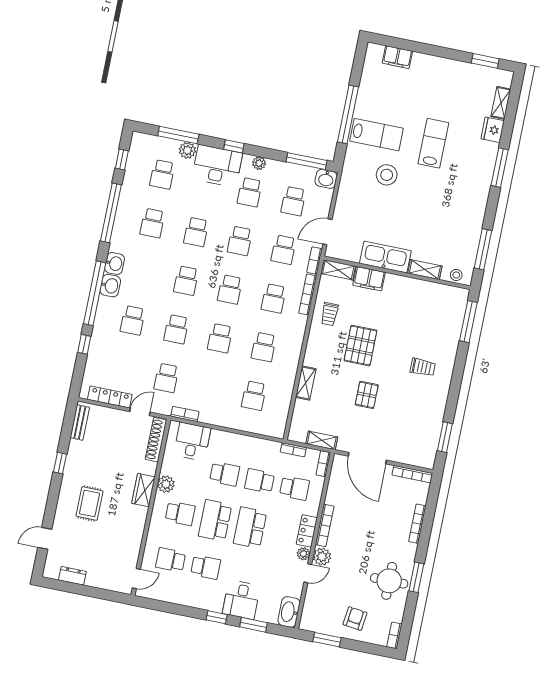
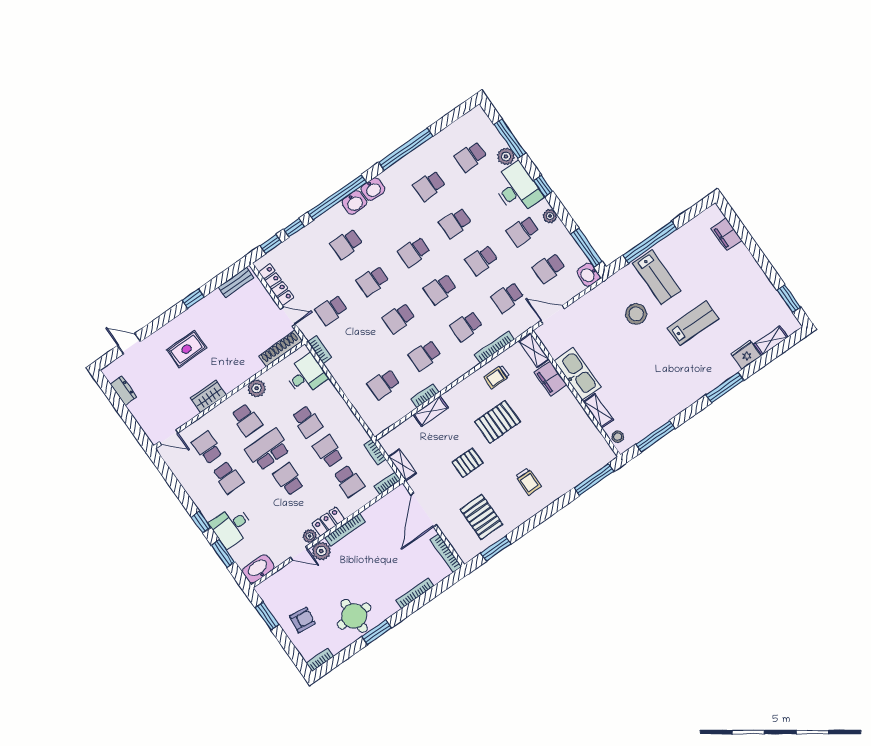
window: (122, 160) -> (271, 244), moved
bookcase: (315, 261) -> (425, 396), moved
pallet: (413, 424) -> (482, 517), added
wardrobe: (144, 490) -> (208, 396), moved
school desk: (250, 528) -> (288, 479), width x0.54

